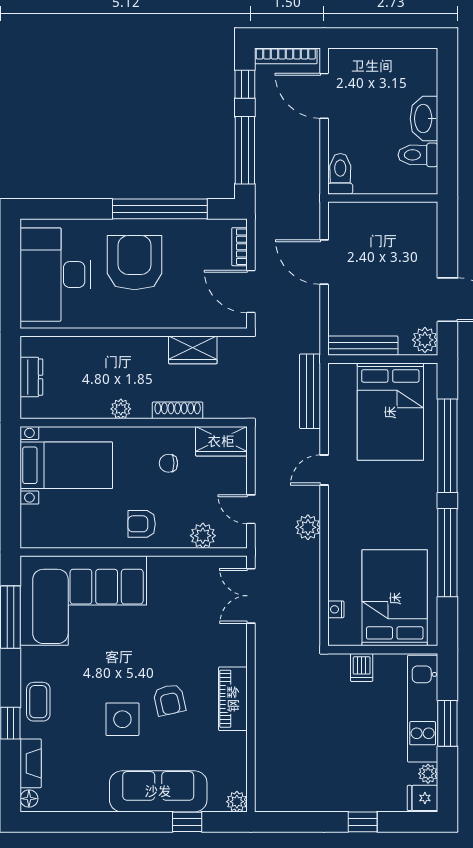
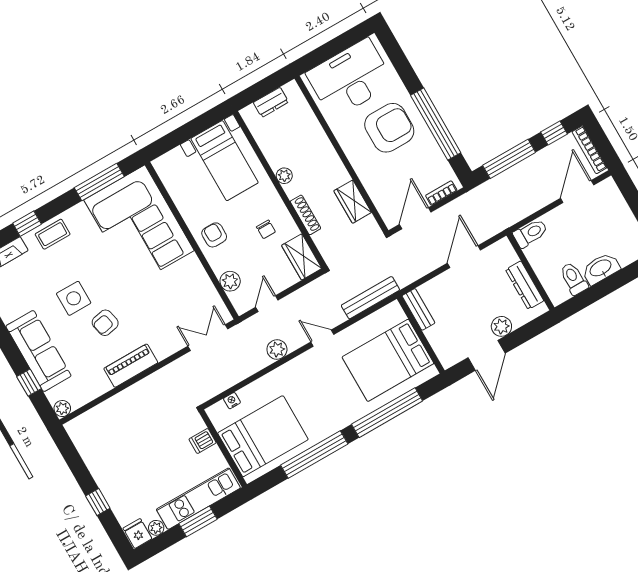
dresser: (394, 213) -> (525, 285), added
plant: (425, 340) -> (501, 326), moved
bench: (363, 346) -> (418, 309), width x0.73
chair: (168, 463) -> (266, 229), turned 180

